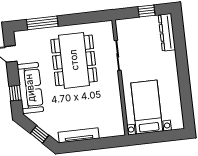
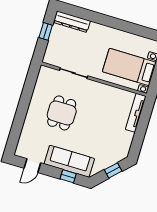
window: (42, 23) -> (17, 126), removed
dining table: (74, 60) -> (62, 113), width x0.53, depth x0.80
tv unit: (79, 135) -> (136, 113), moved

